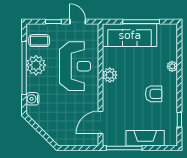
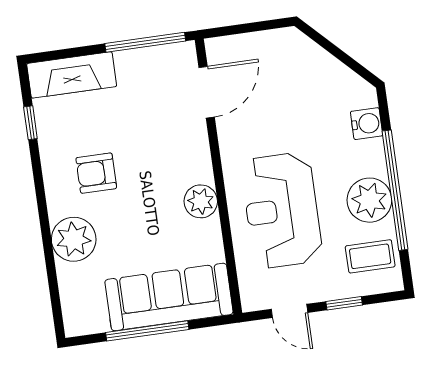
plant: (172, 66) -> (74, 239), width x1.88, depth x1.88
fireplace: (145, 138) -> (72, 75), moved

